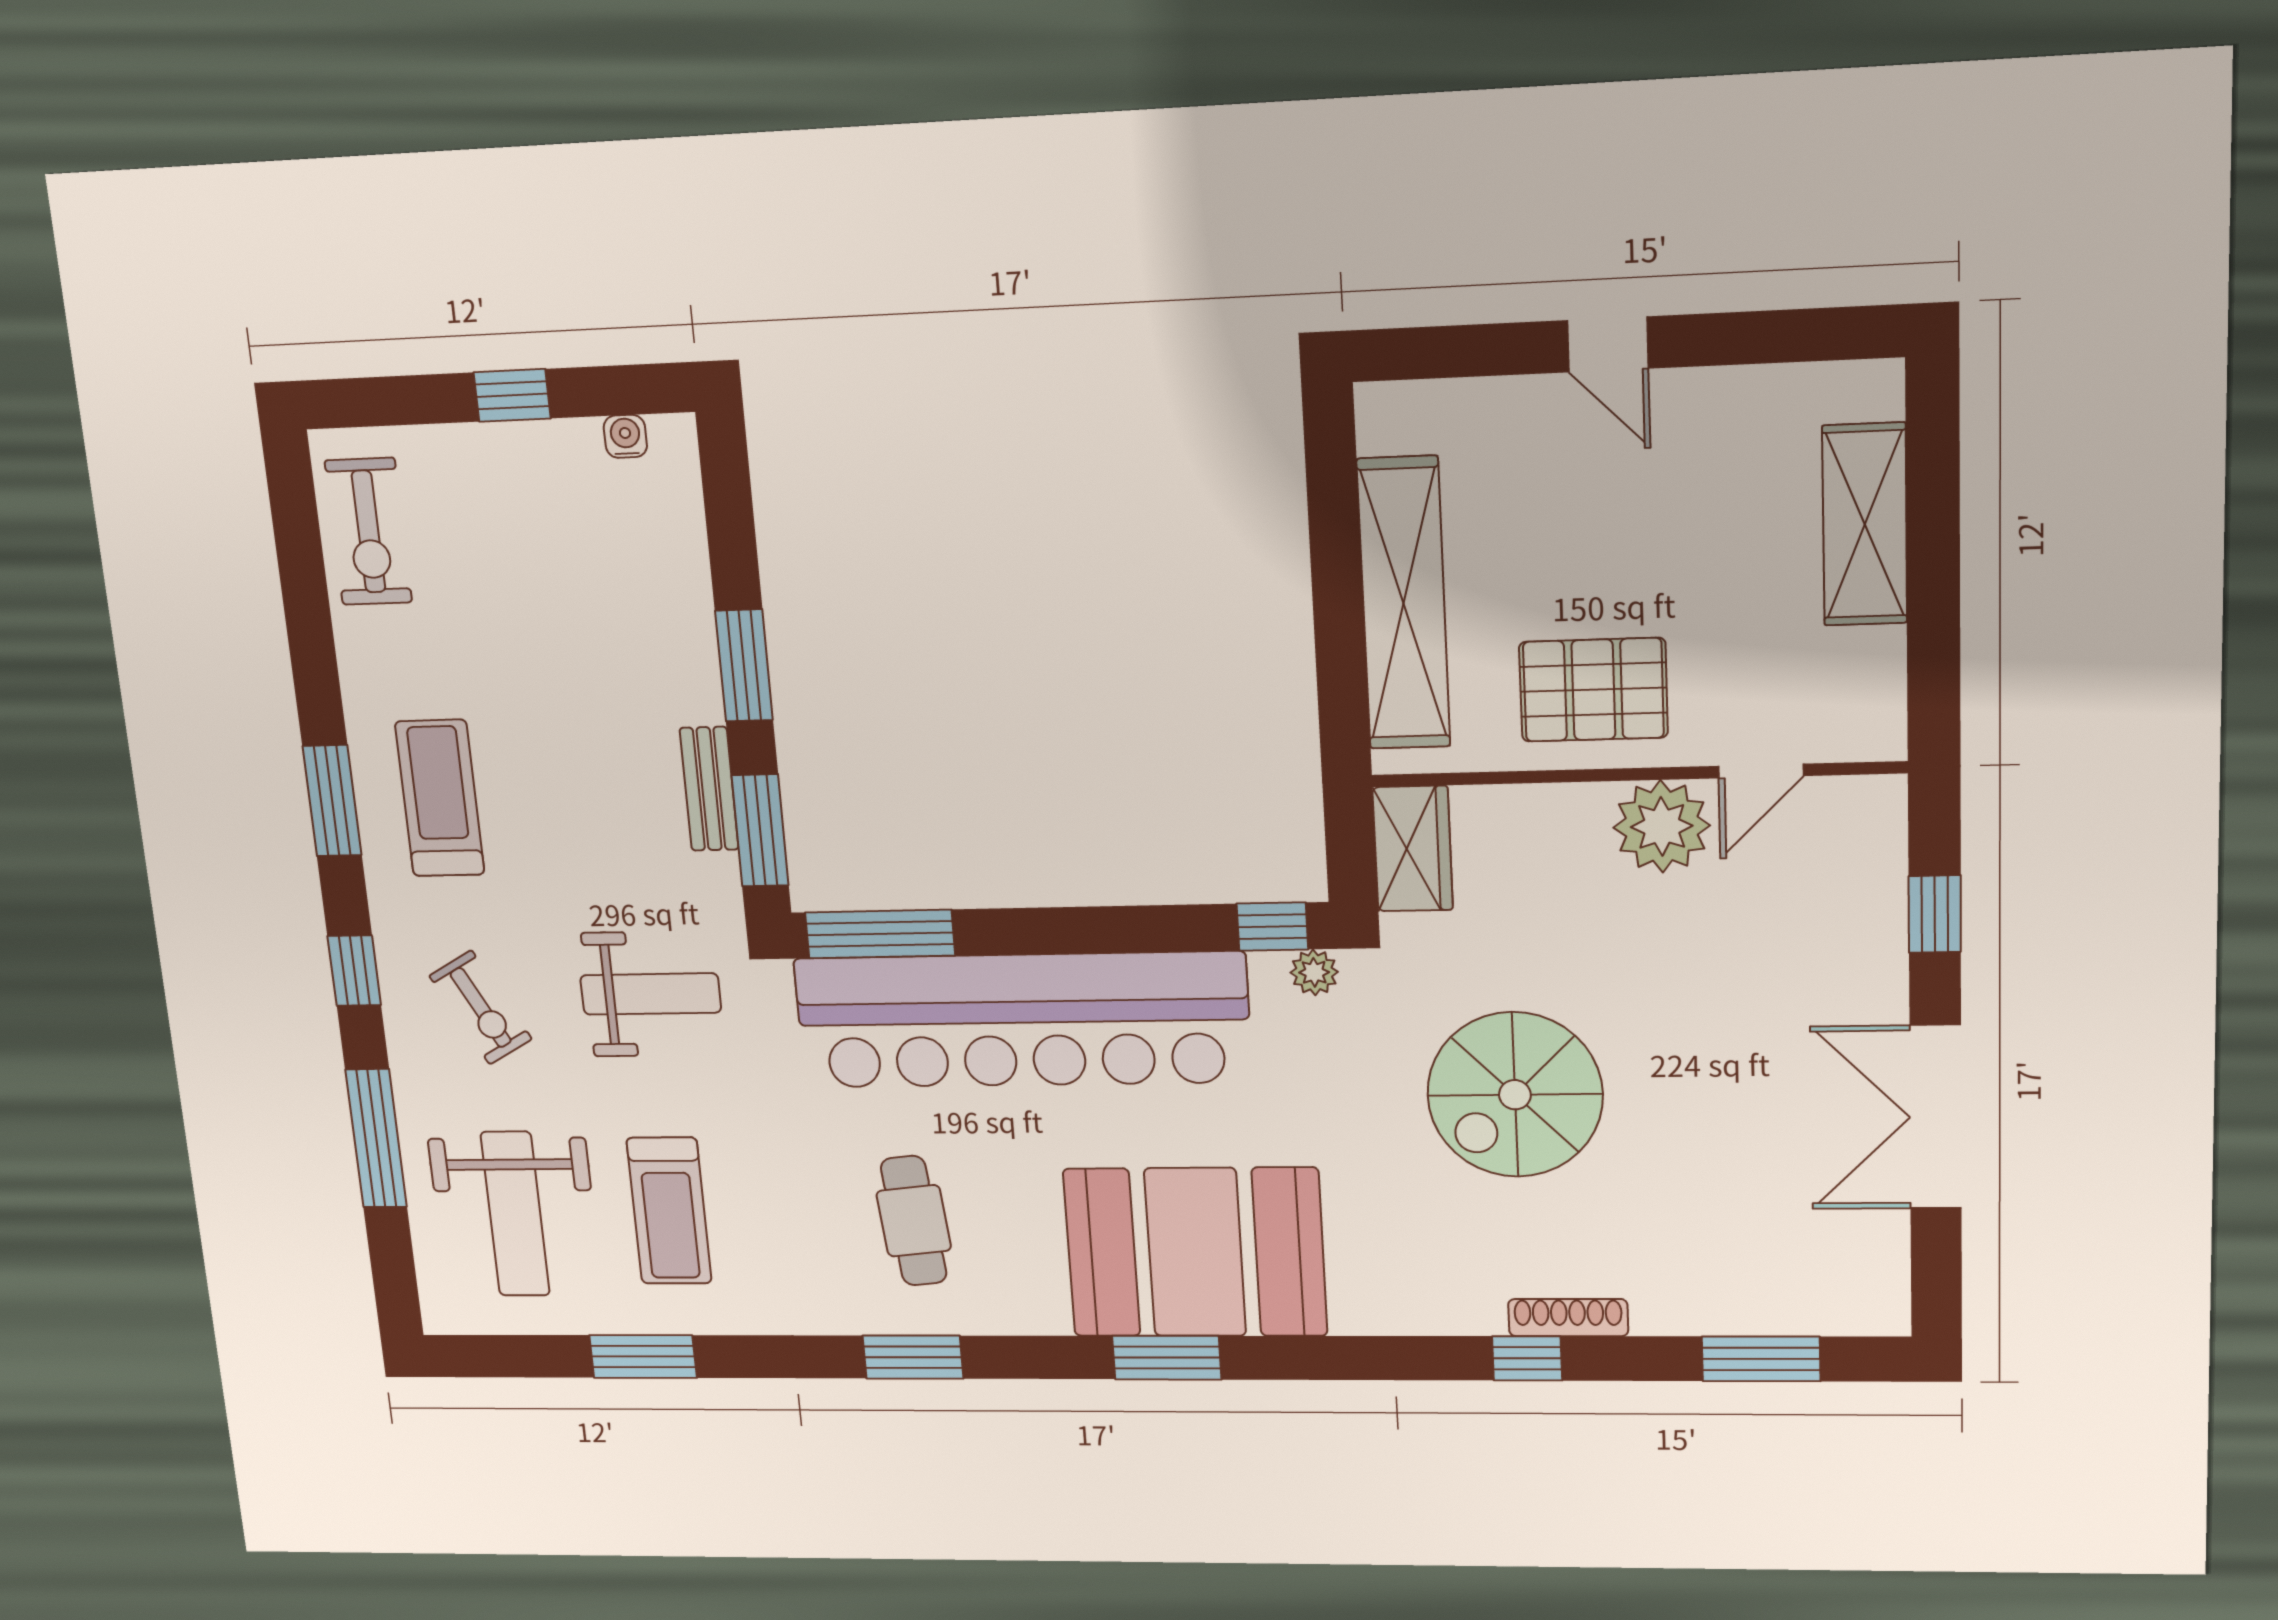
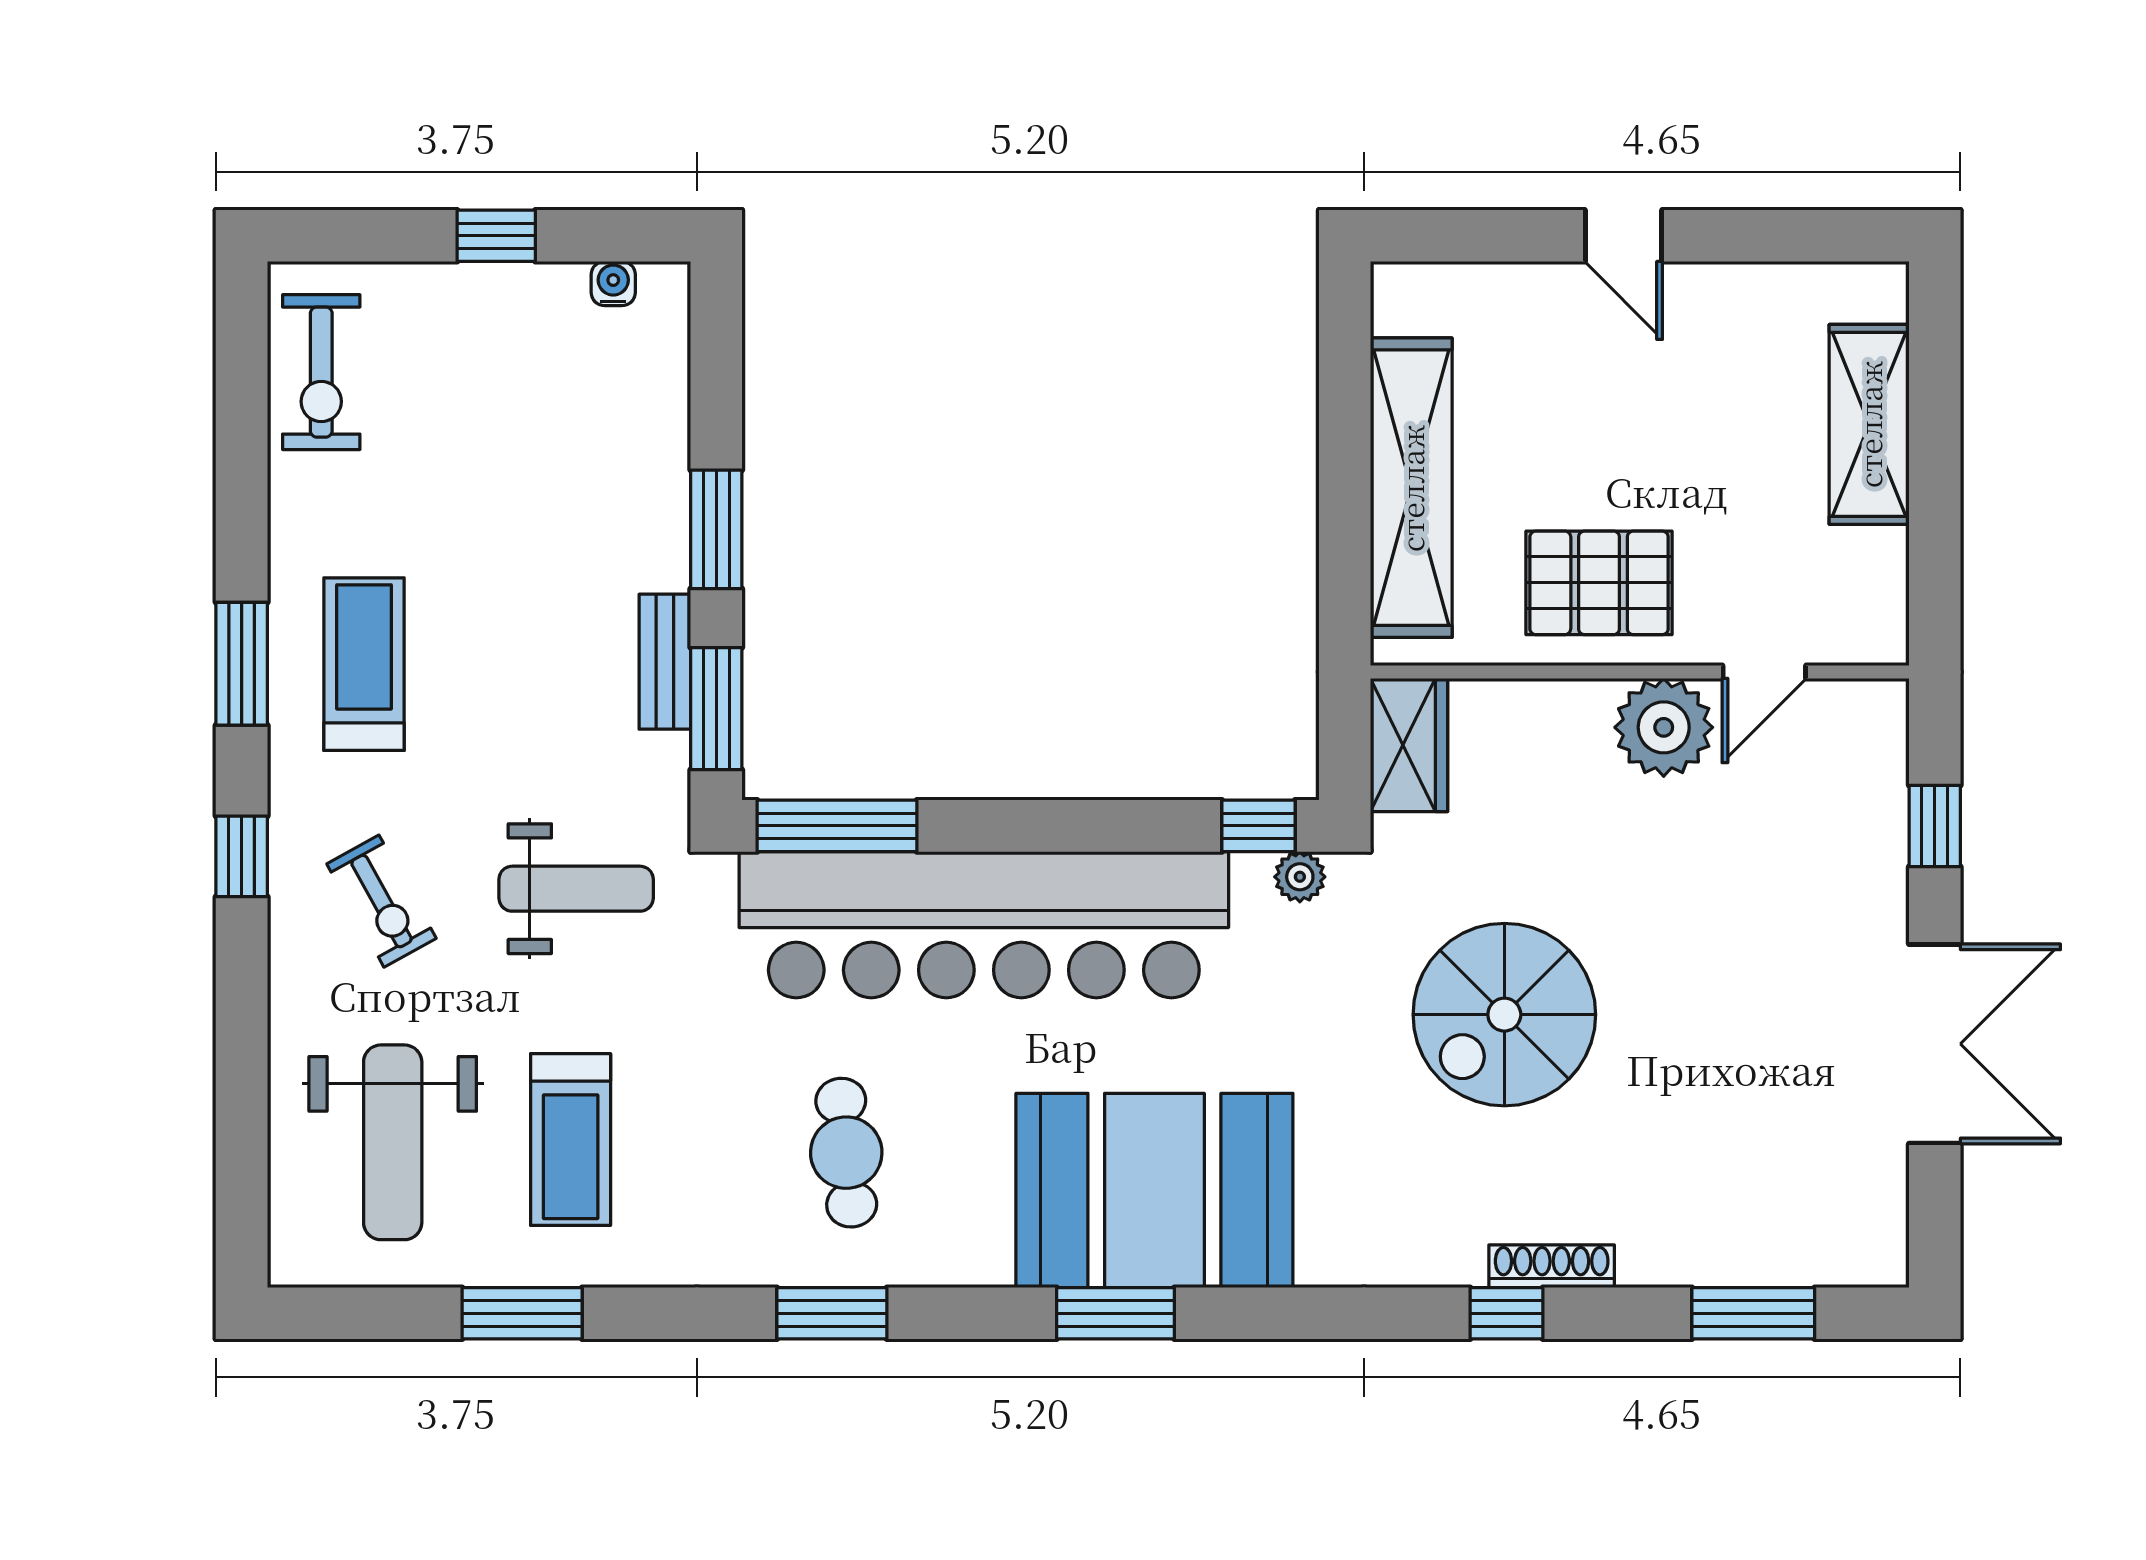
double door: (1936, 1117) -> (1935, 1044), swing flipped
window: (376, 1138) -> (242, 1052), removed

